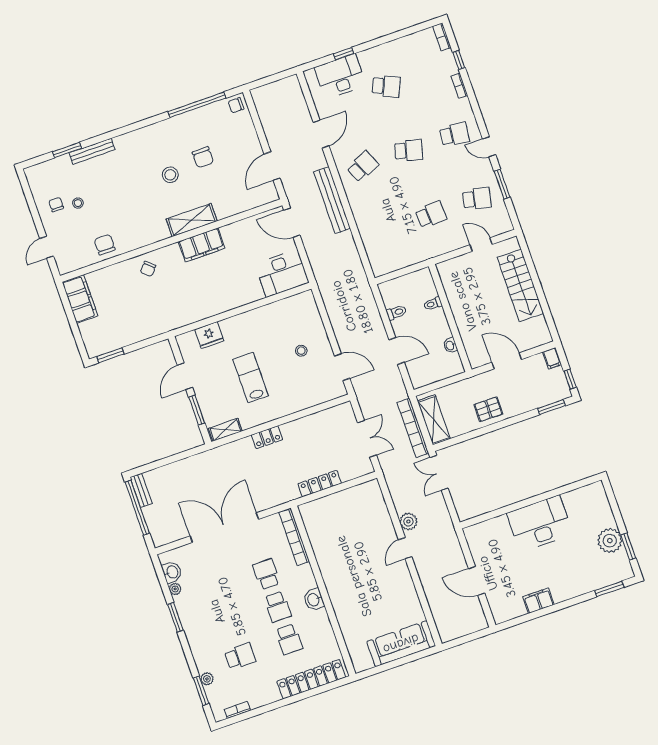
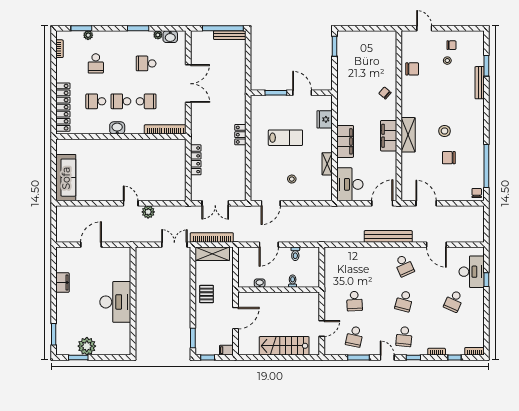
window: (477, 113) -> (413, 358), added
door: (489, 147) -> (387, 358), hinge flipped
filing cabinet: (80, 299) -> (345, 141), moved, turned -90
shelving: (225, 430) -> (327, 164), moved
bench: (141, 490) -> (230, 35), width x1.36
double door: (224, 528) -> (188, 84), width x0.73
school desk: (217, 591) -> (146, 63), added

